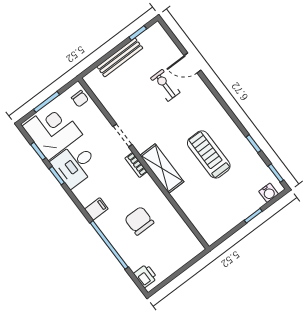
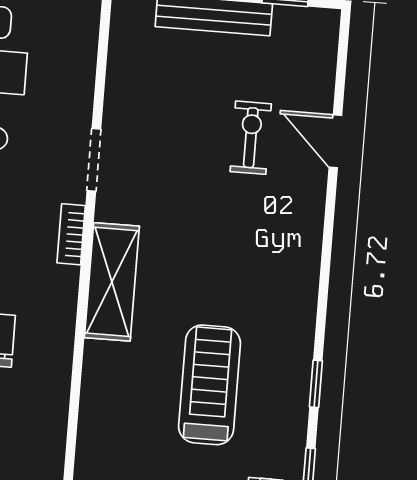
chair: (80, 99) -> (76, 25), removed
treadmill: (209, 154) -> (210, 385), moved

